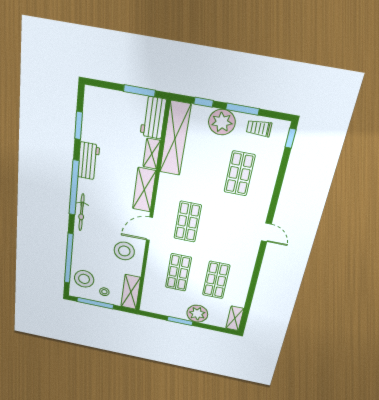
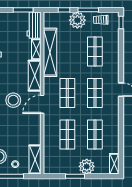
shelving: (175, 139) -> (50, 52), moved
shop shelf: (227, 229) -> (95, 93), added
stool: (124, 251) -> (13, 100), moved

